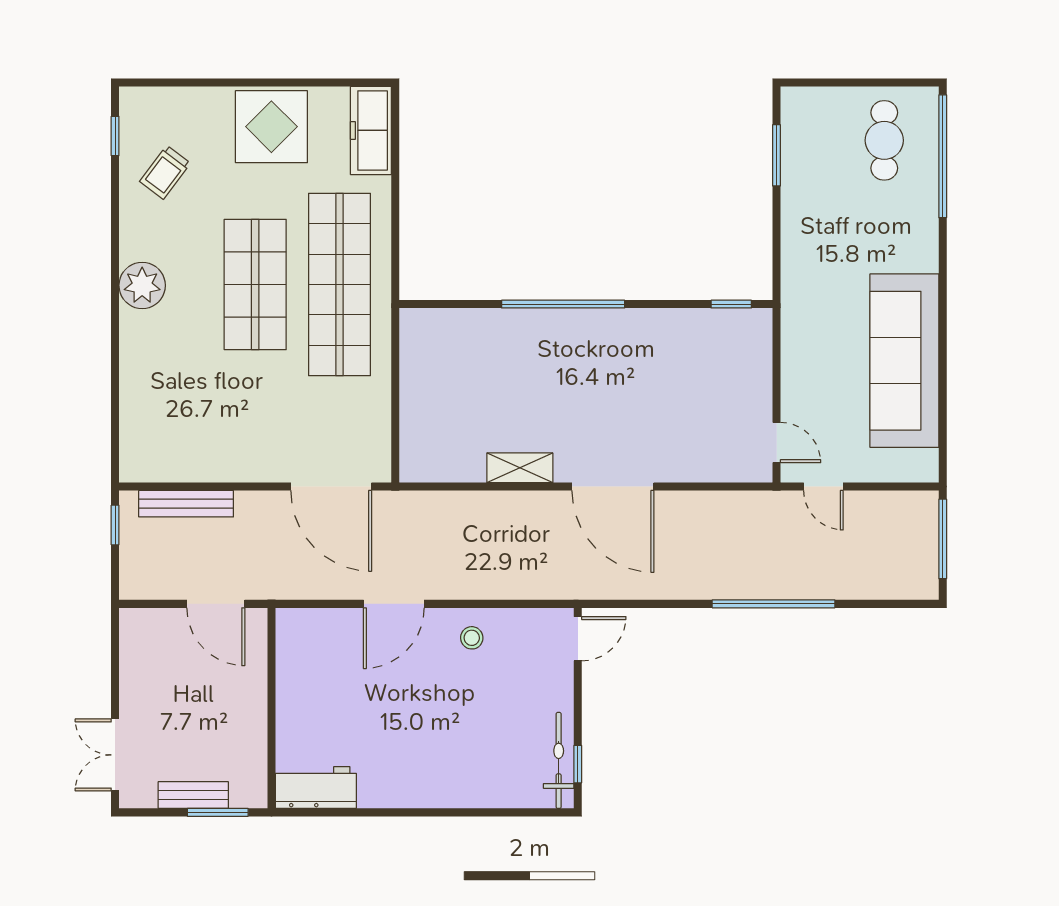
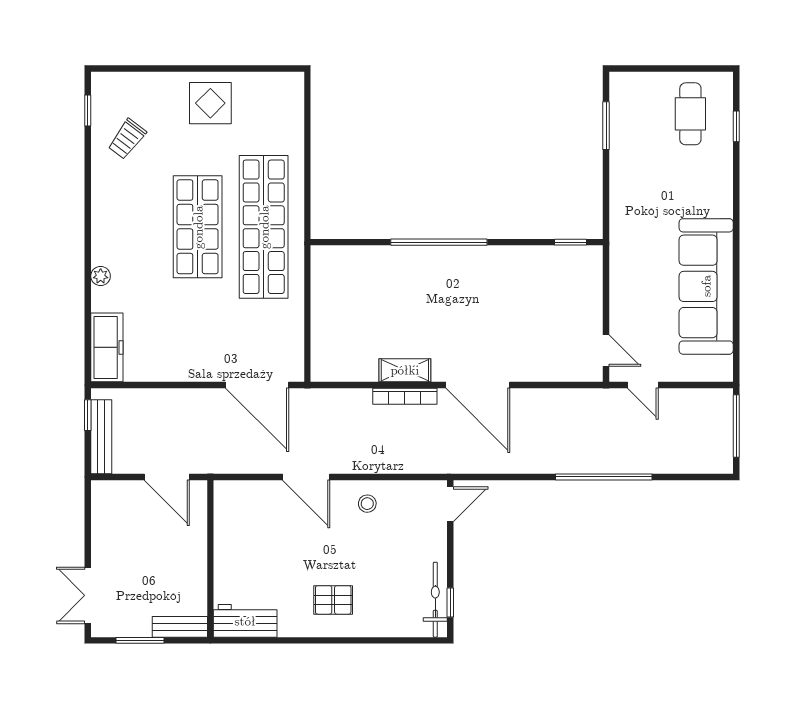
display table: (271, 127) -> (210, 103), width x0.73, depth x0.73
freezer: (371, 130) -> (107, 347), moved, turned 180
window: (943, 156) -> (736, 126), width x0.32
plant: (142, 285) -> (101, 276), moved, width x0.53, depth x0.53
bookcase: (520, 501) -> (405, 396), added
bench: (186, 504) -> (101, 437), moved, turned 90
door: (394, 604) -> (306, 477), hinge flipped
pallet: (428, 761) -> (333, 600), added
bench: (193, 795) -> (180, 627), moved
window: (218, 812) -> (140, 640), moved

